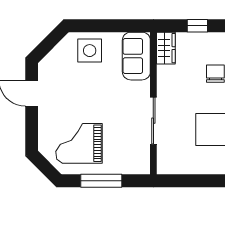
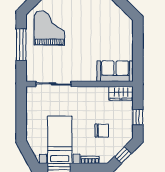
side table: (90, 51) -> (119, 36), removed
sliding door: (153, 121) -> (54, 84), moved

